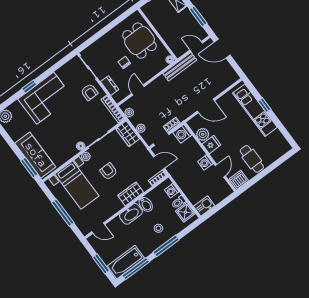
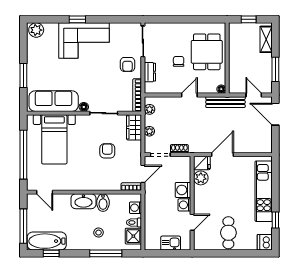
door: (138, 90) -> (189, 95), moved
window: (264, 105) -> (275, 220), moved
door: (206, 106) -> (222, 155), swing flipped
washing machine: (182, 134) -> (183, 190), moved
fridge: (211, 145) -> (202, 163), moved
sofa: (35, 155) -> (54, 101), moved, turned -90
plant: (86, 157) -> (81, 120), removed
door: (159, 162) -> (143, 174), hinge flipped
window: (29, 168) -> (23, 75), moved
armchair: (108, 171) -> (107, 151), moved
dishwasher: (239, 180) -> (265, 242), moved, turned -90
wardrobe: (131, 194) -> (96, 183), removed
kitchen sink: (204, 206) -> (171, 243), moved
window: (63, 213) -> (23, 155), width x1.46
window: (166, 246) -> (106, 253), moved
window: (101, 264) -> (23, 226), width x1.44
window: (136, 269) -> (51, 253), width x0.46

